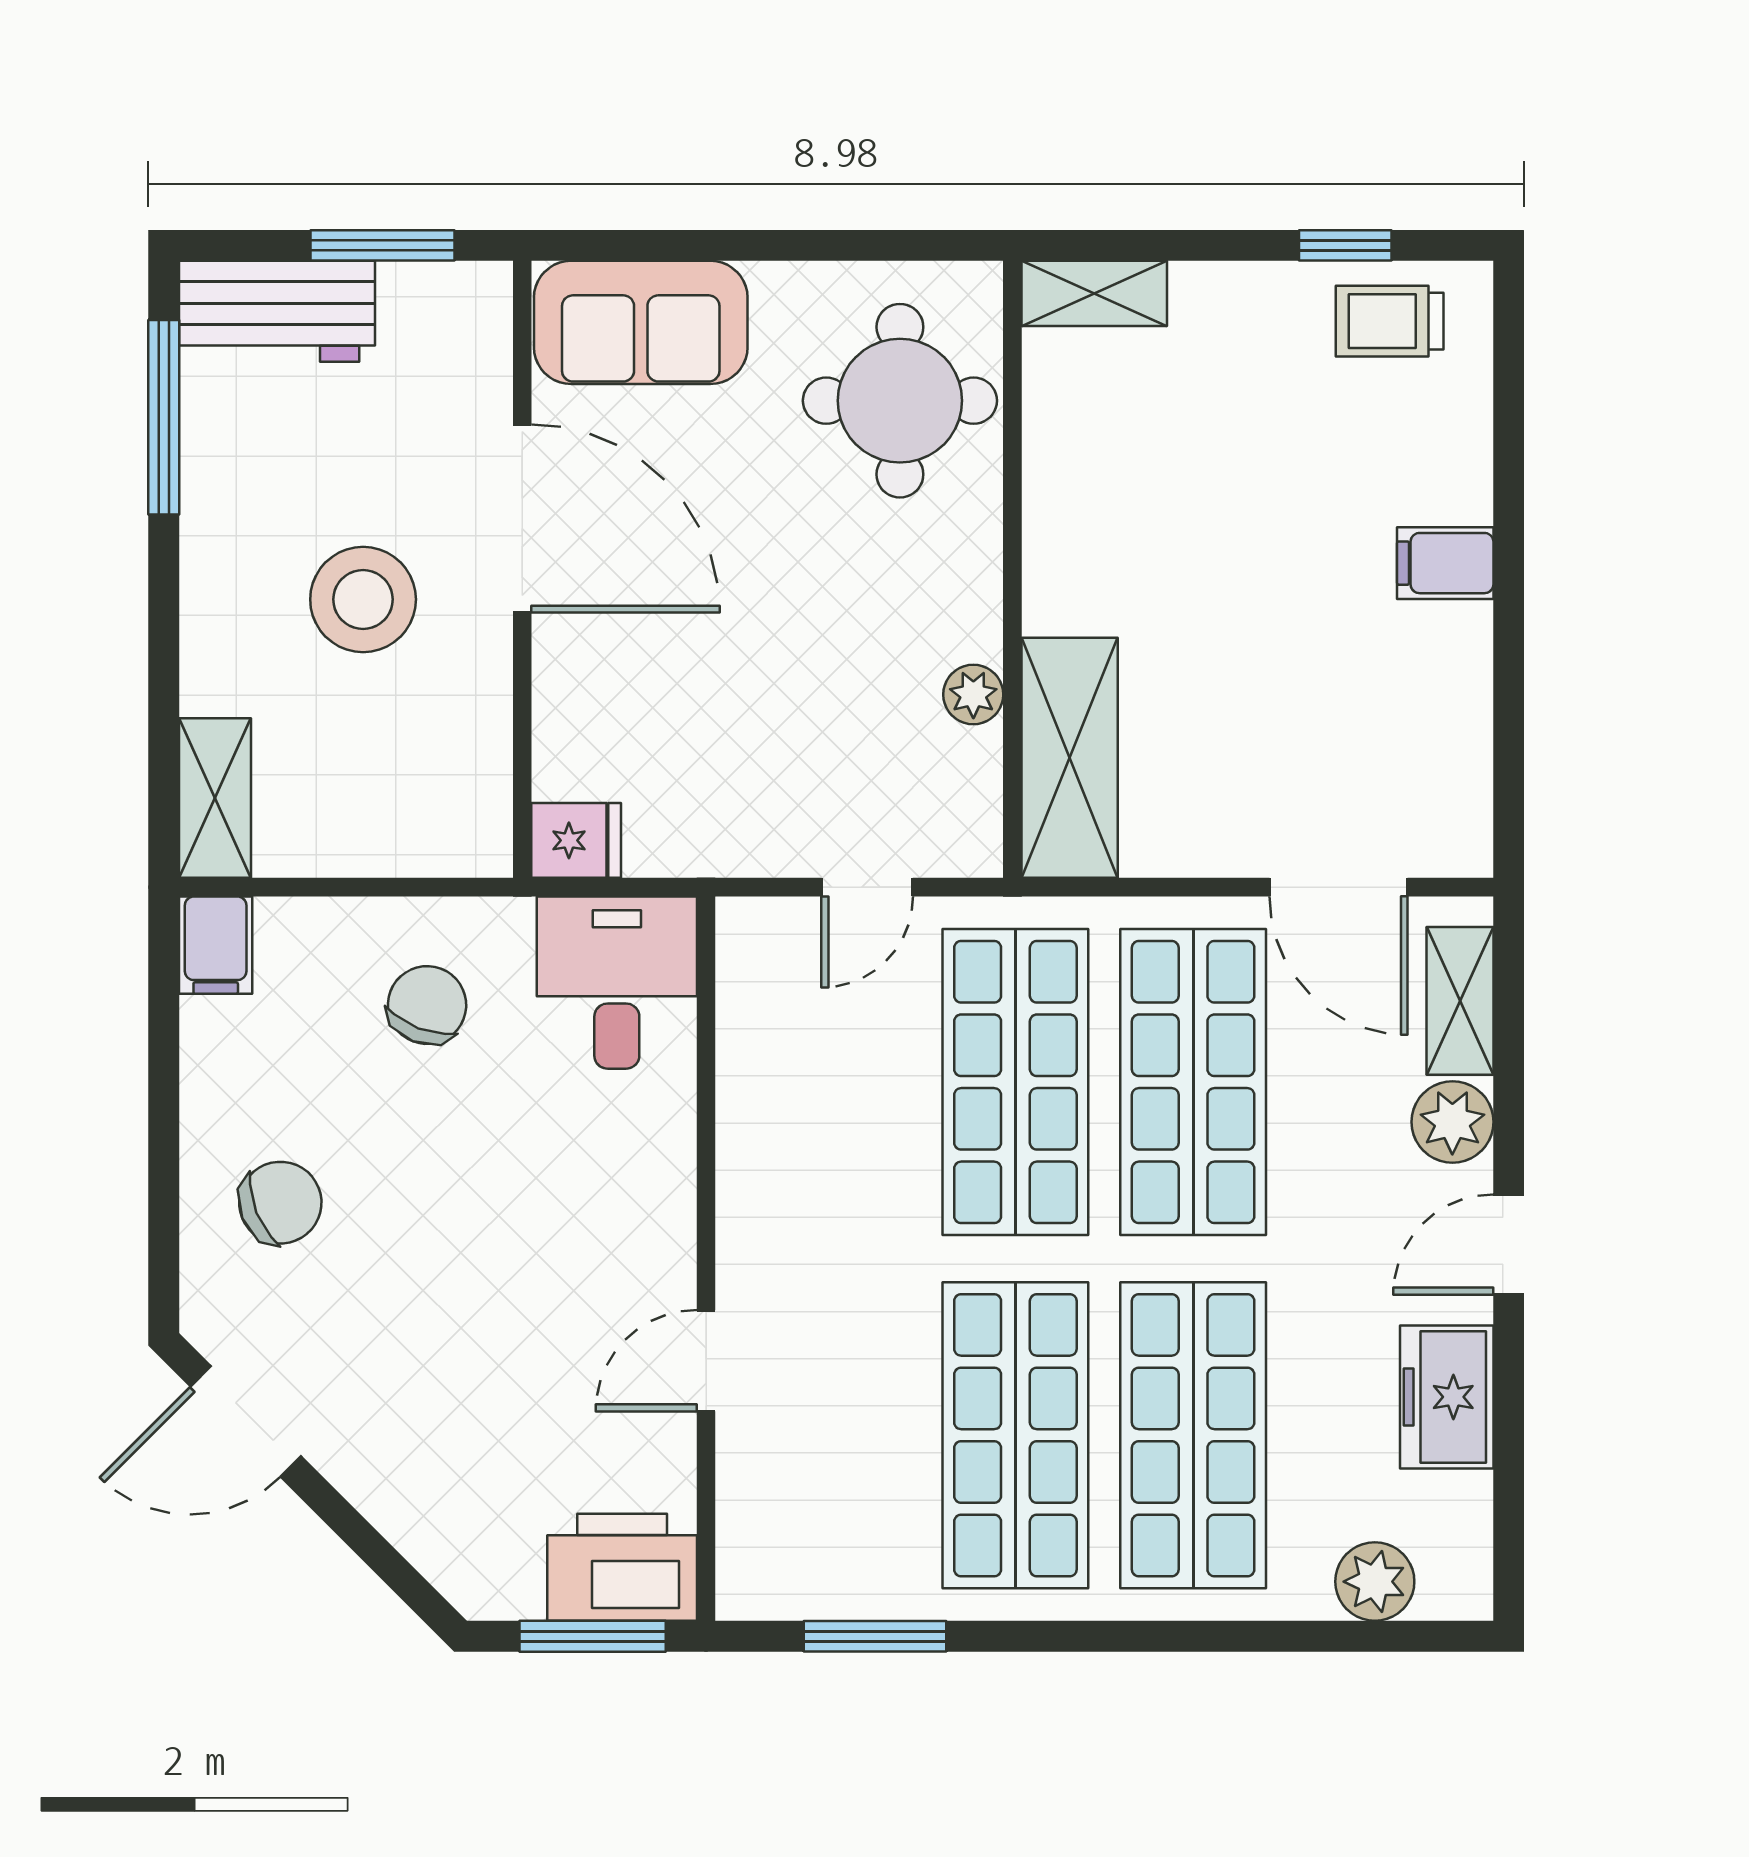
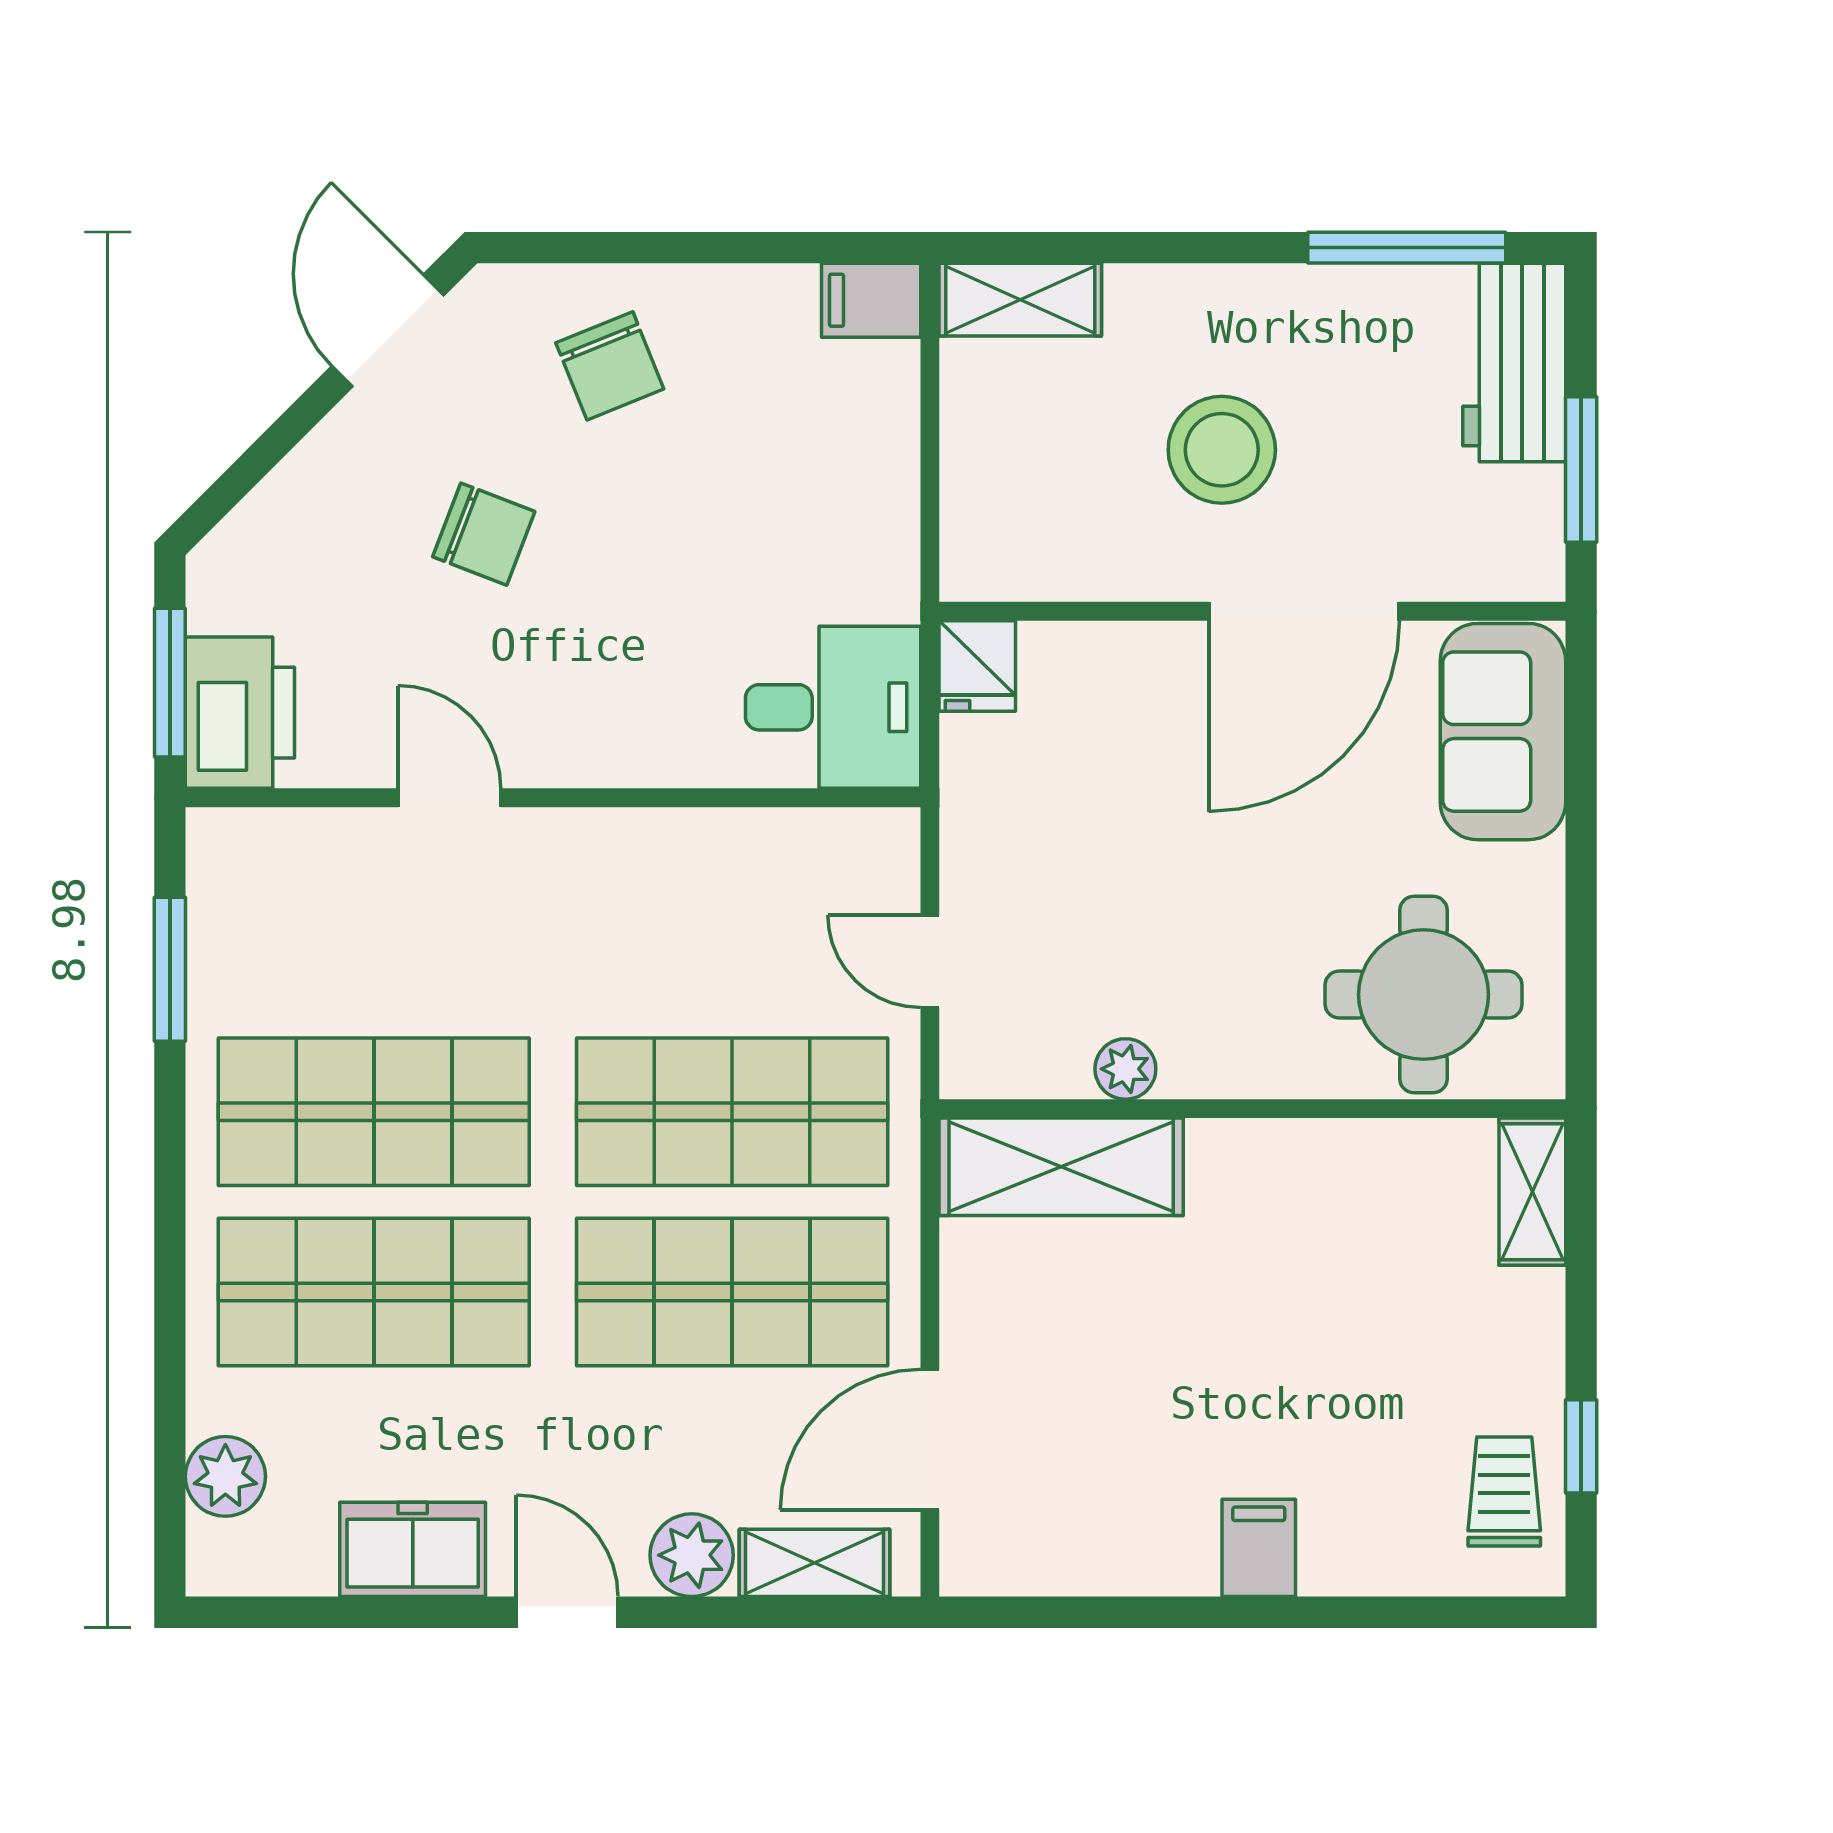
chair: (427, 1005) -> (484, 534), moved

